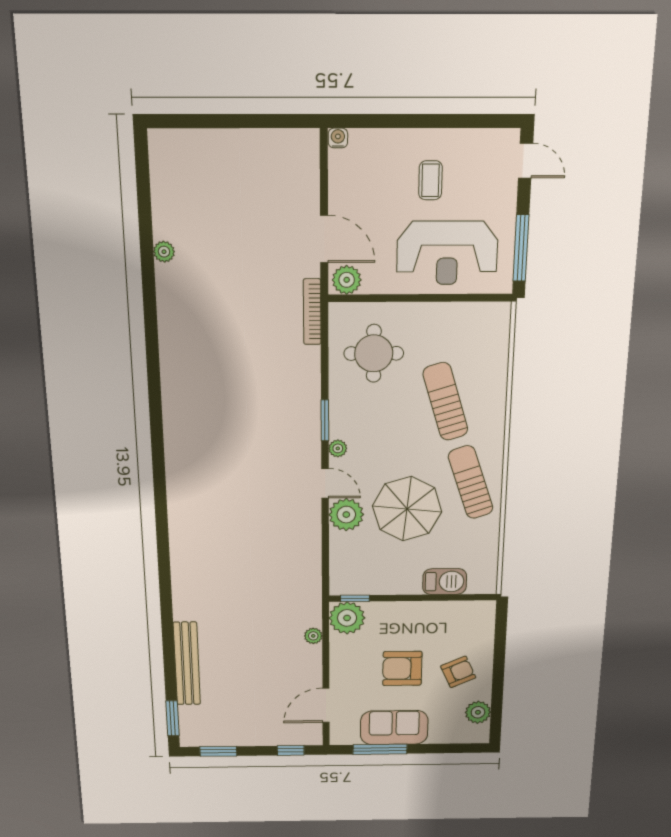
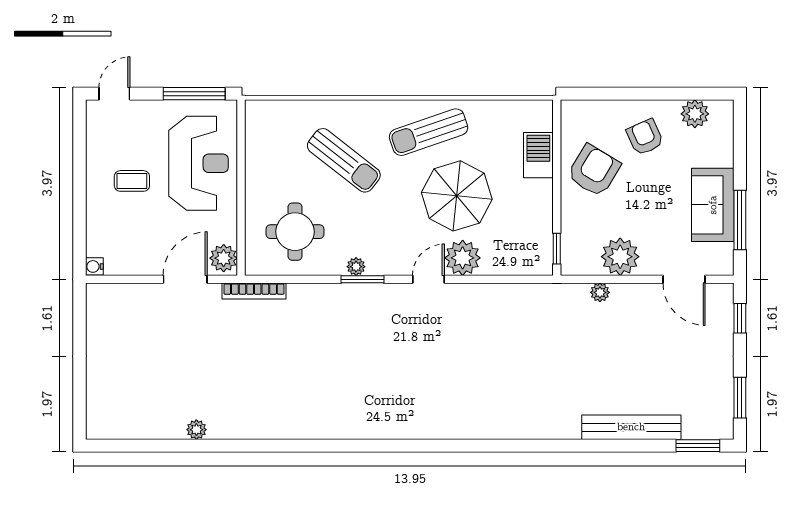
sun lounger: (445, 402) -> (344, 160), turned -125
plant: (338, 448) -> (356, 267), moved
plant: (347, 618) -> (620, 257), moved
armchair: (402, 668) -> (594, 171), moved, turned -149

